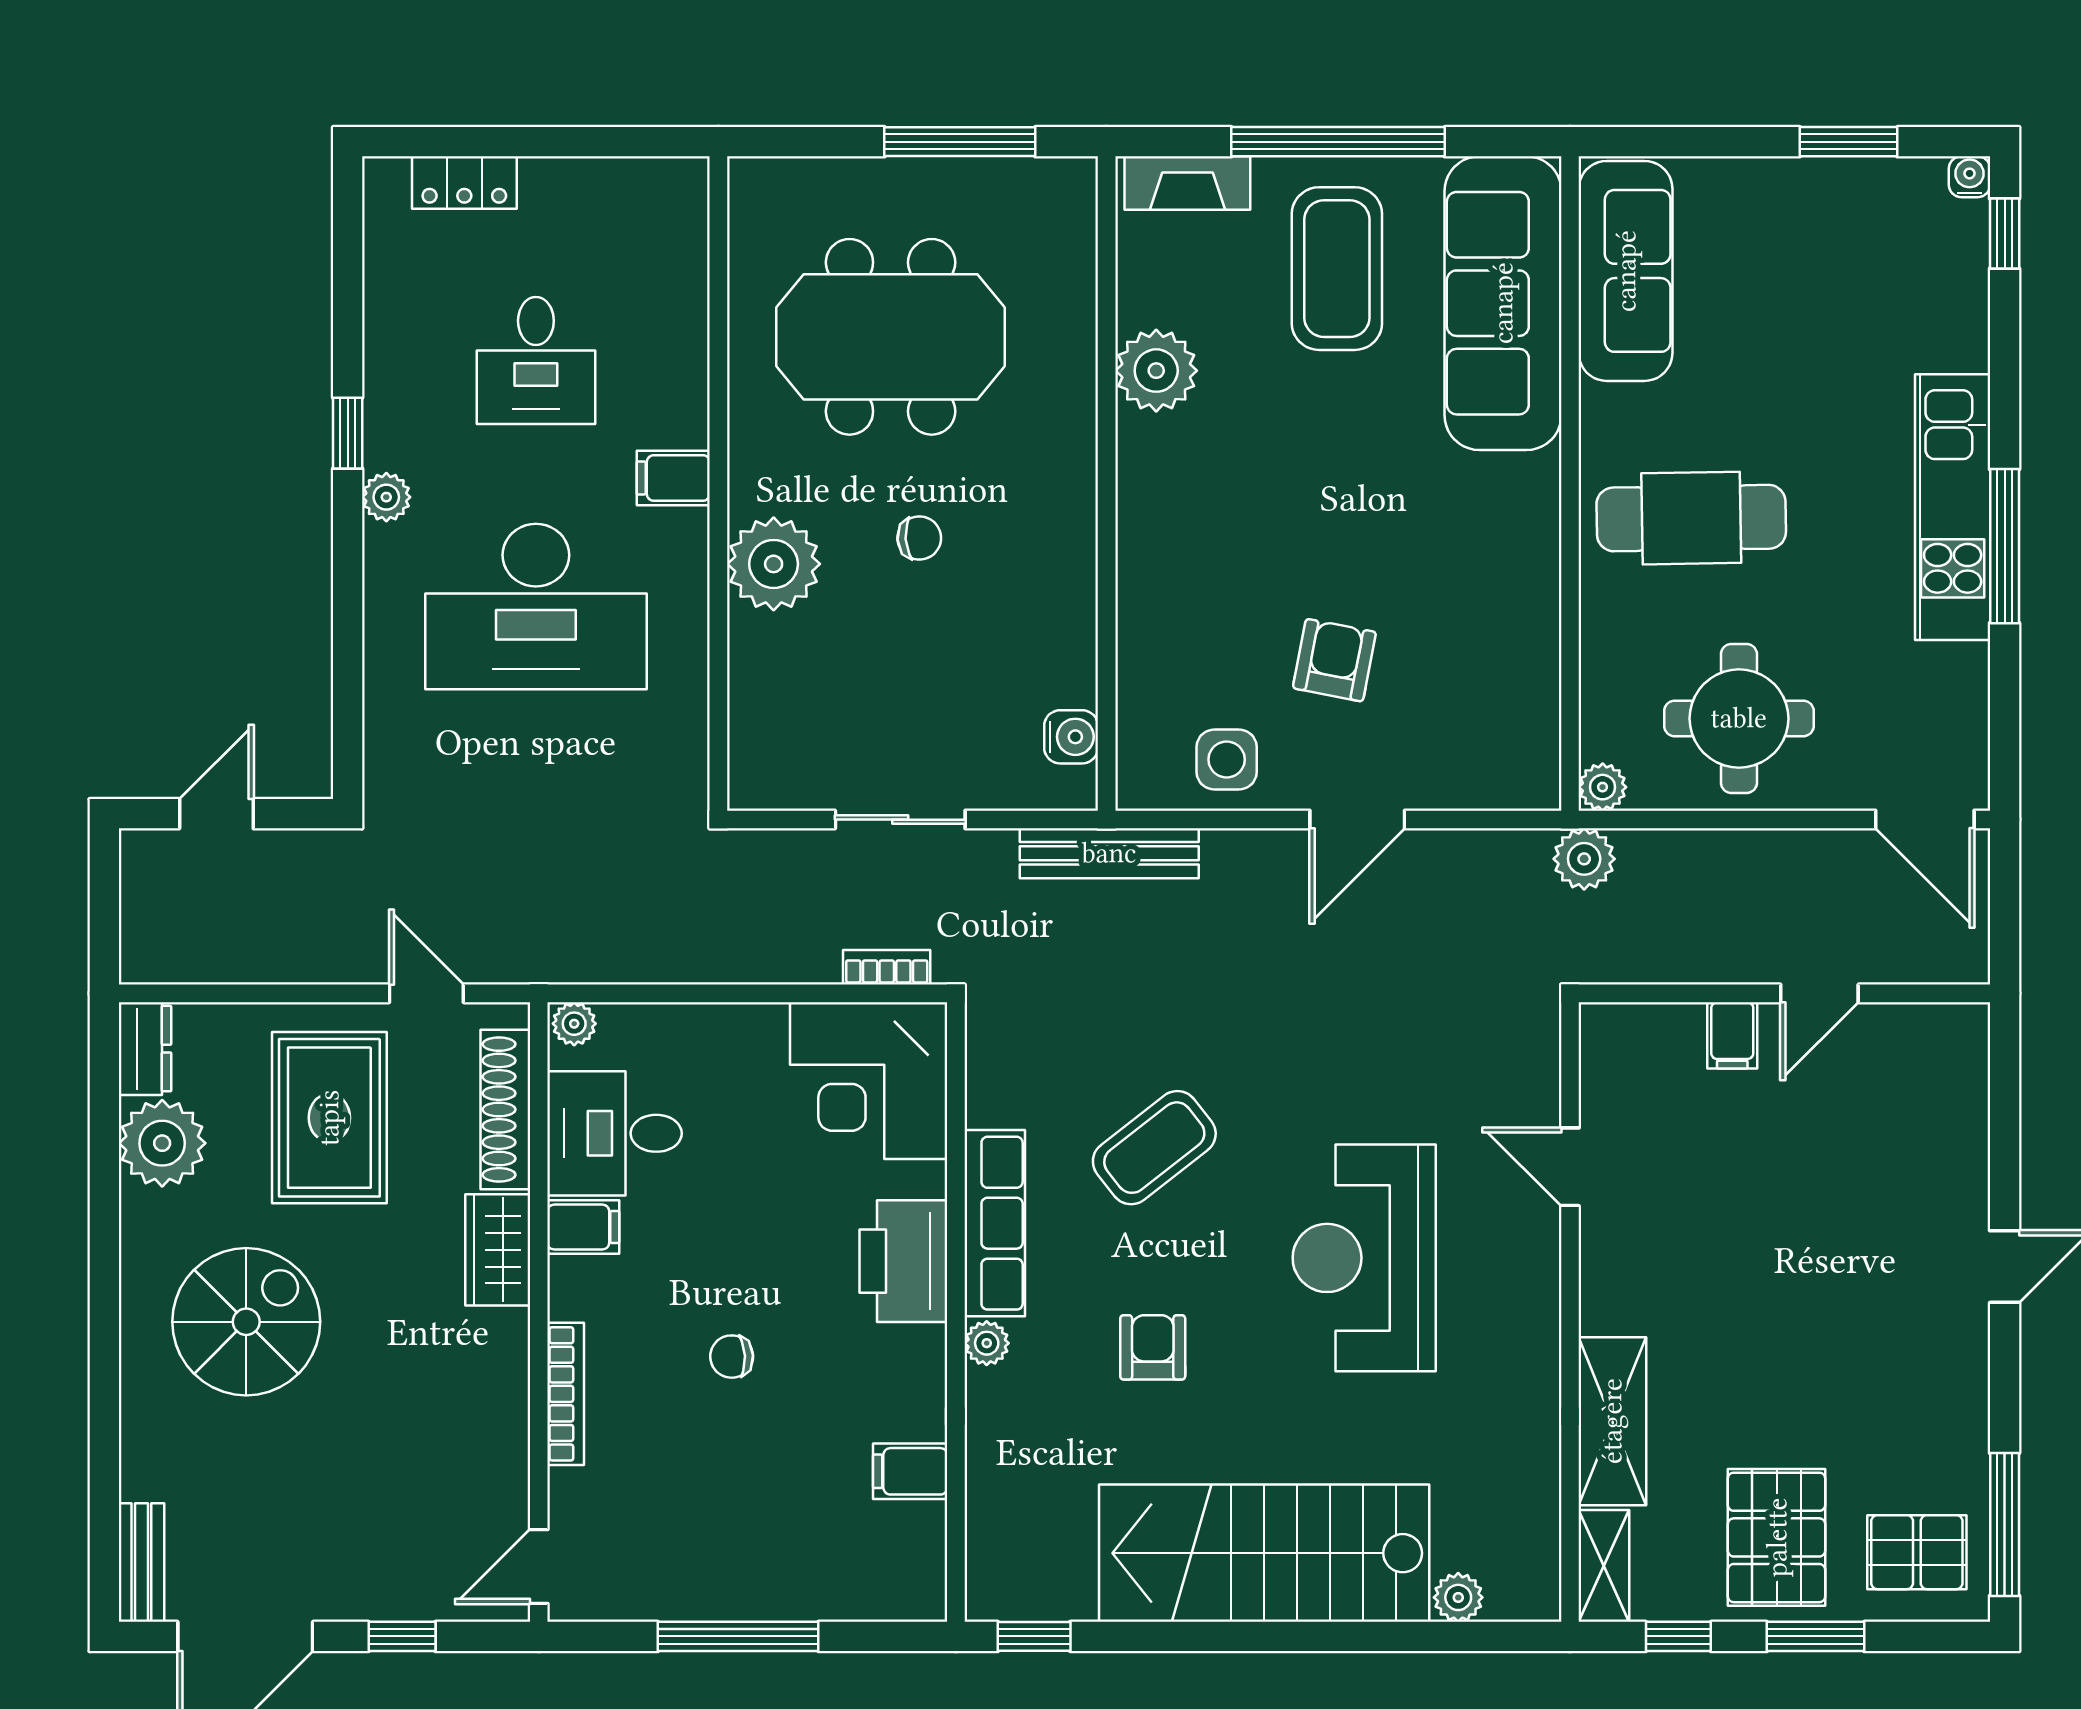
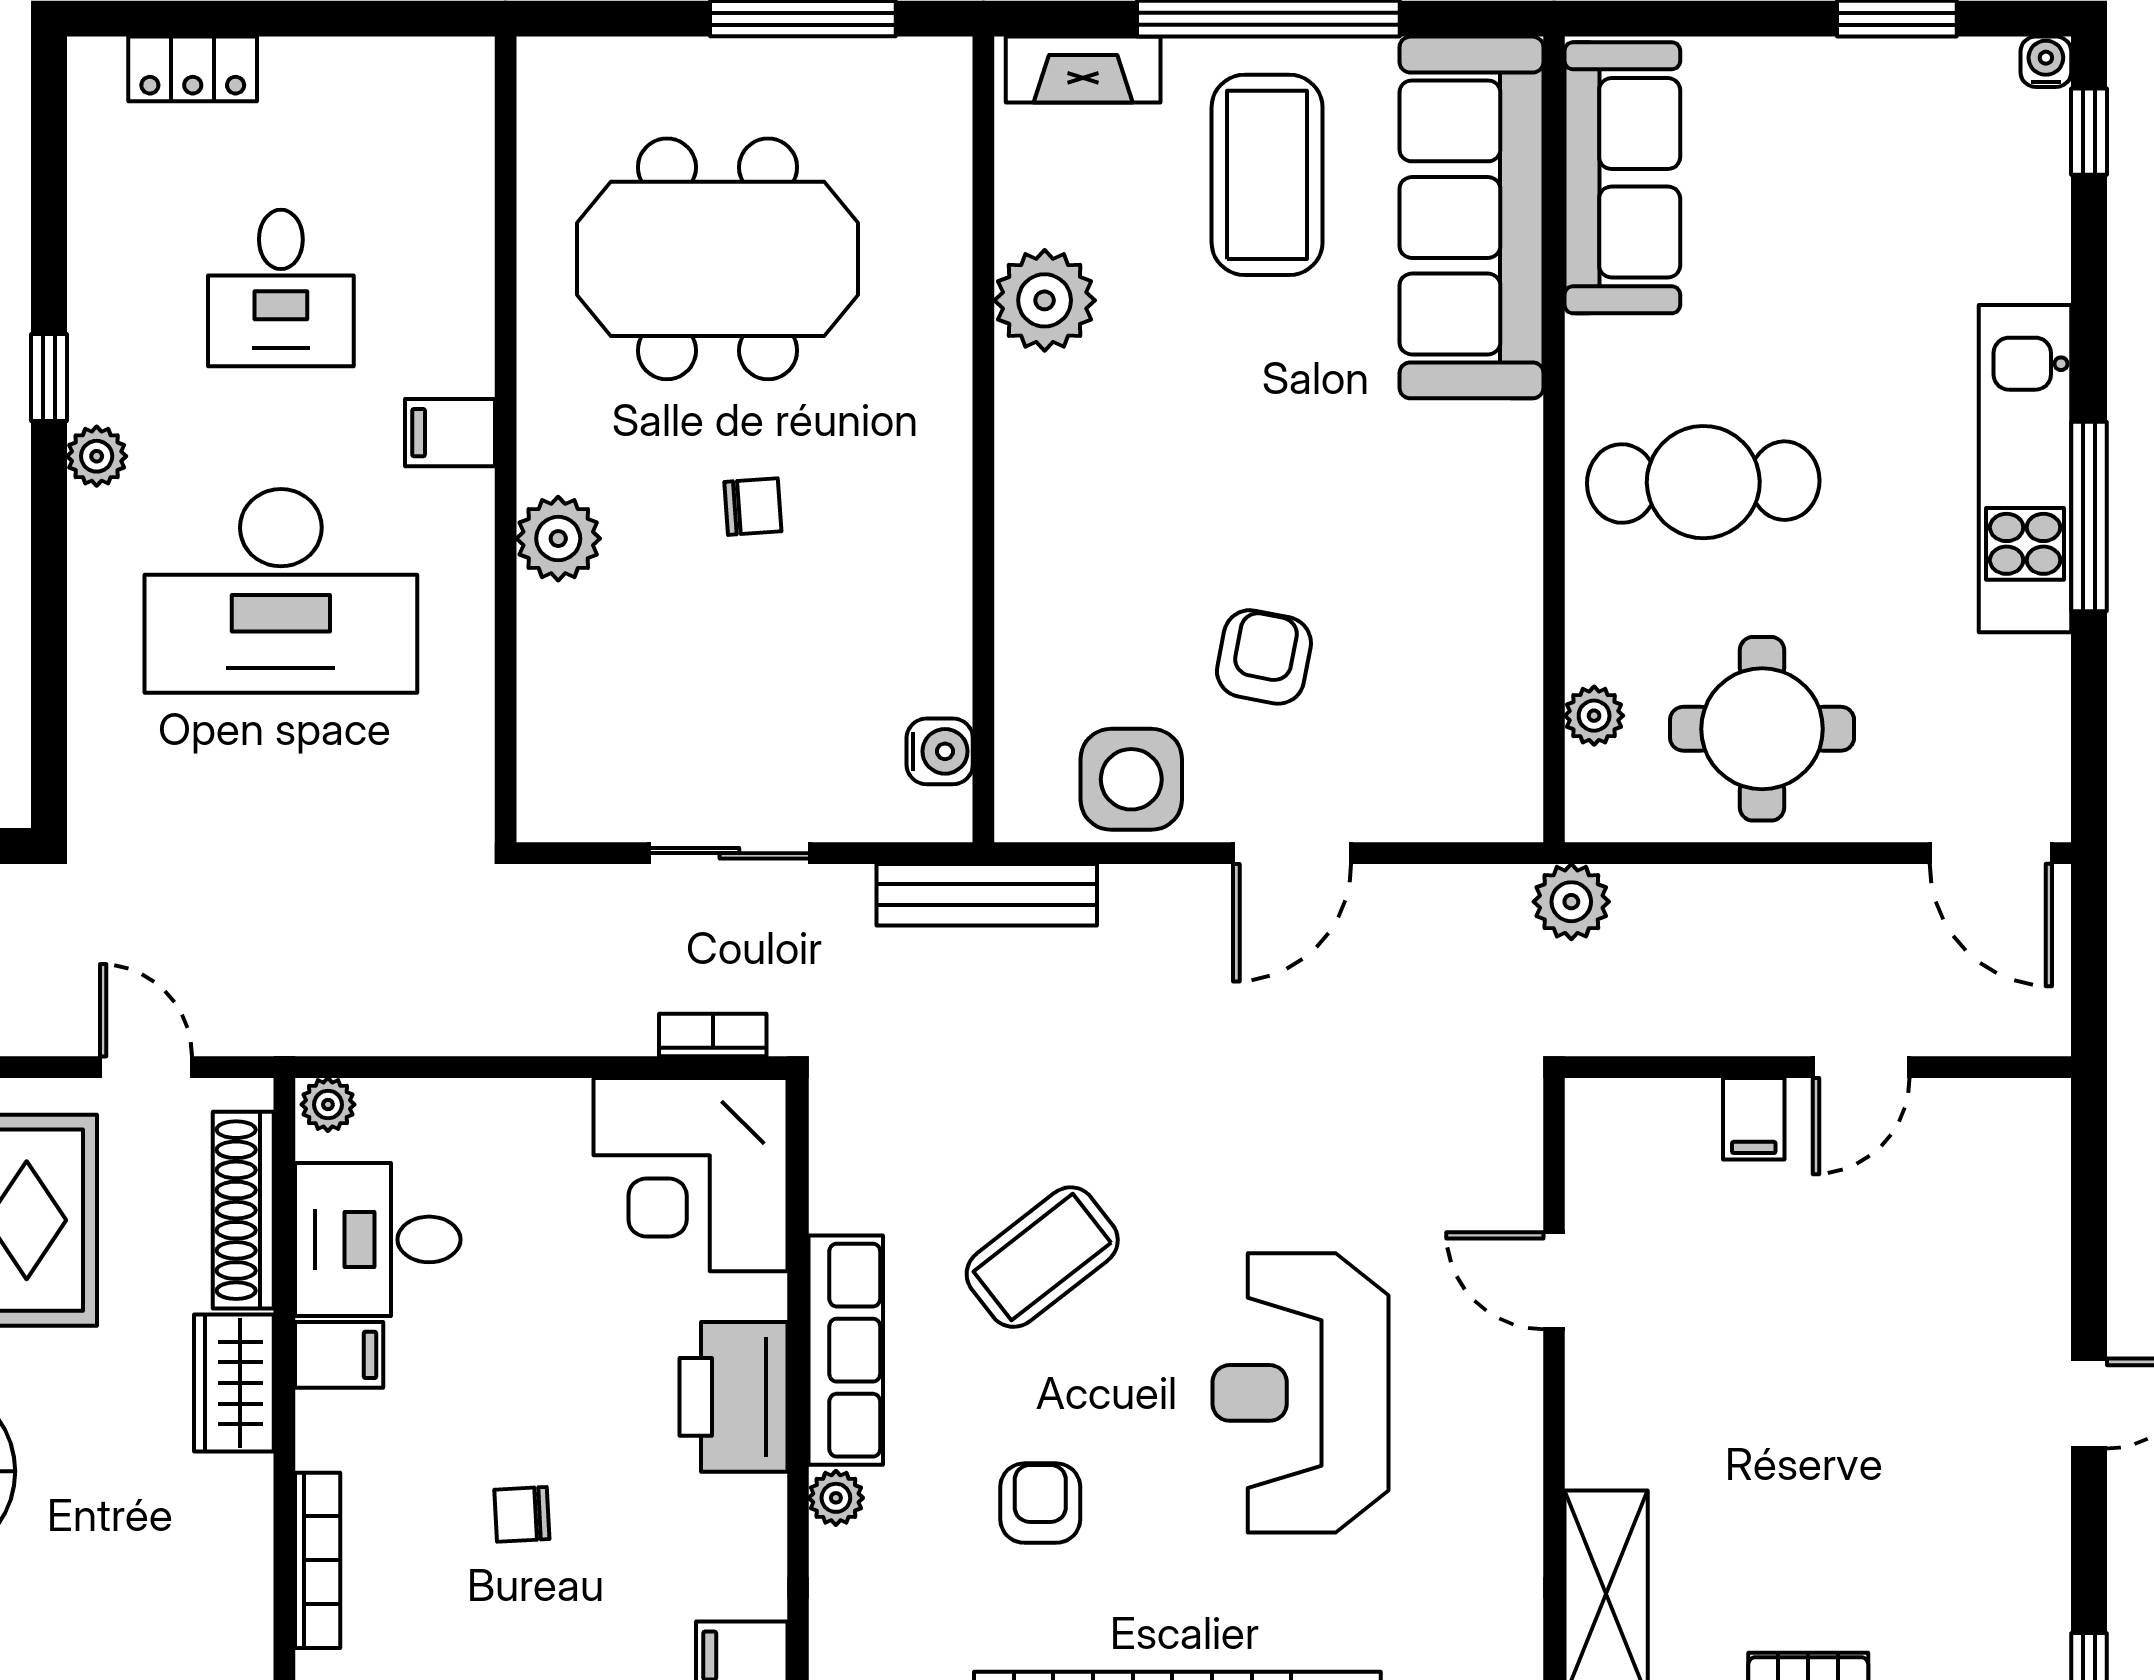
plant: (774, 564) -> (558, 539), width x0.73, depth x0.73
side table: (1227, 760) -> (1131, 779), width x1.37, depth x1.37
plant: (1603, 787) -> (1594, 716), moved

